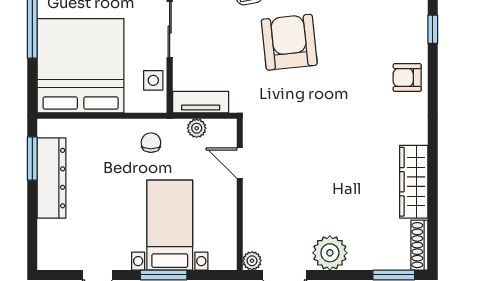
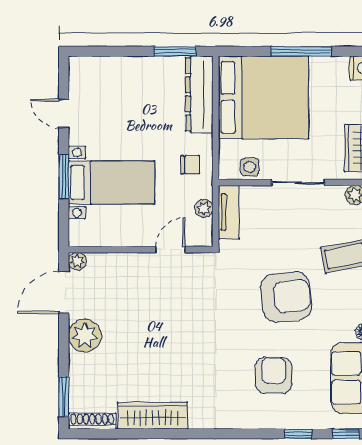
armchair: (407, 78) -> (274, 375), moved, width x1.38, depth x1.38
dresser: (51, 178) -> (199, 94), moved, turned 90

